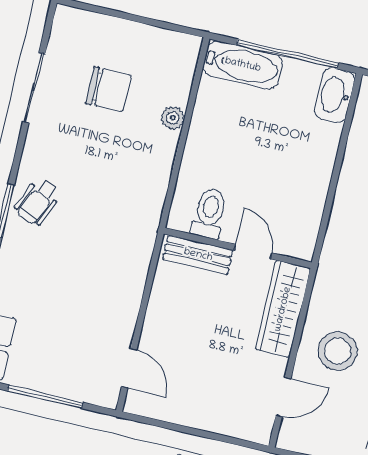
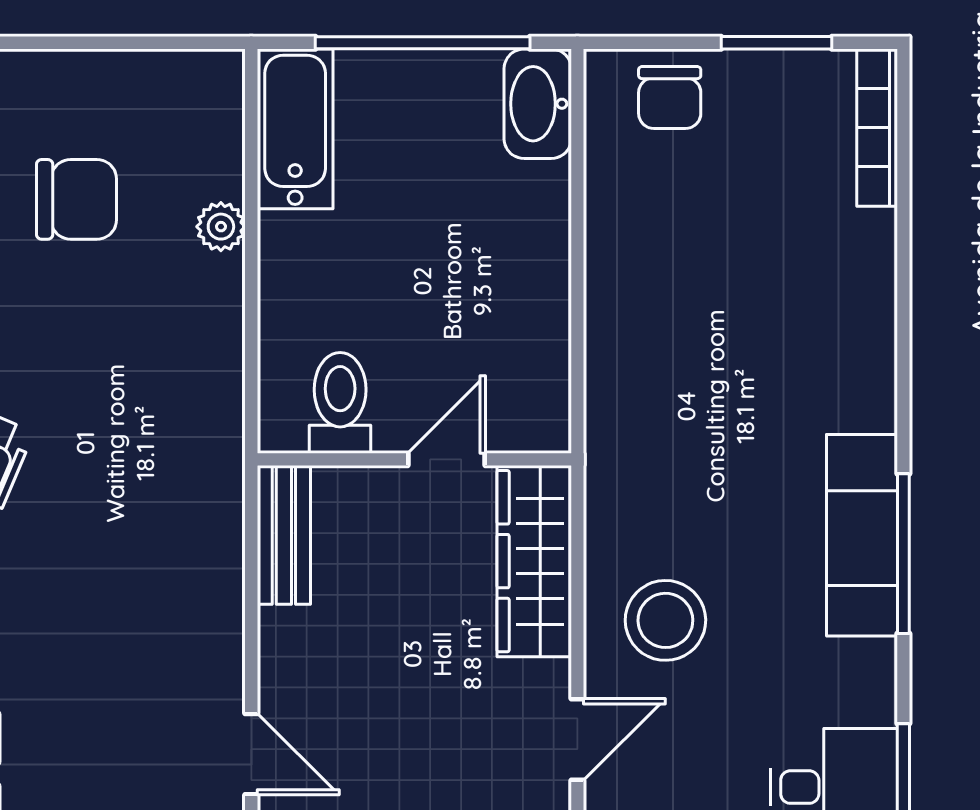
bathtub: (243, 65) -> (295, 129), moved, turned -90
door: (253, 252) -> (447, 459), hinge flipped
bench: (198, 255) -> (284, 535), moved, turned 90

